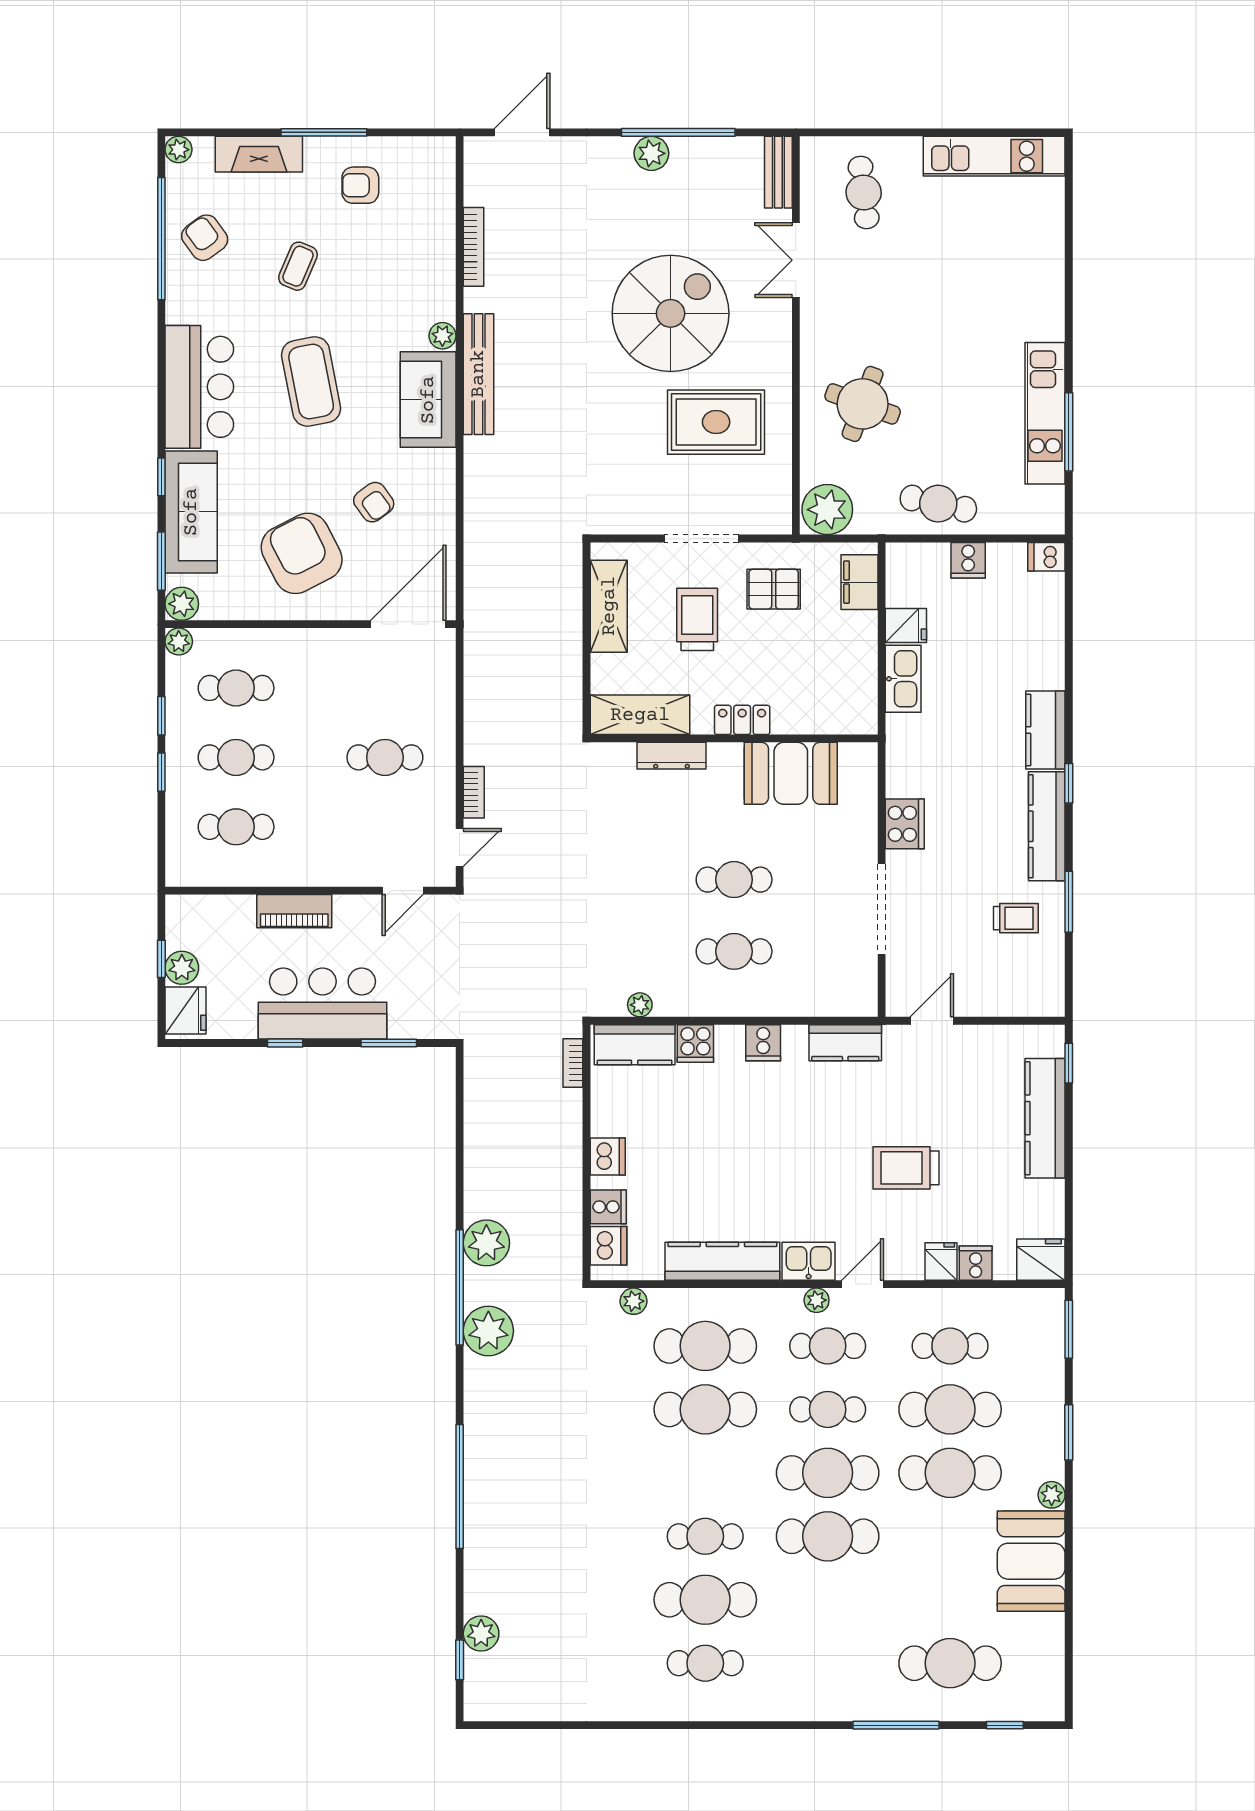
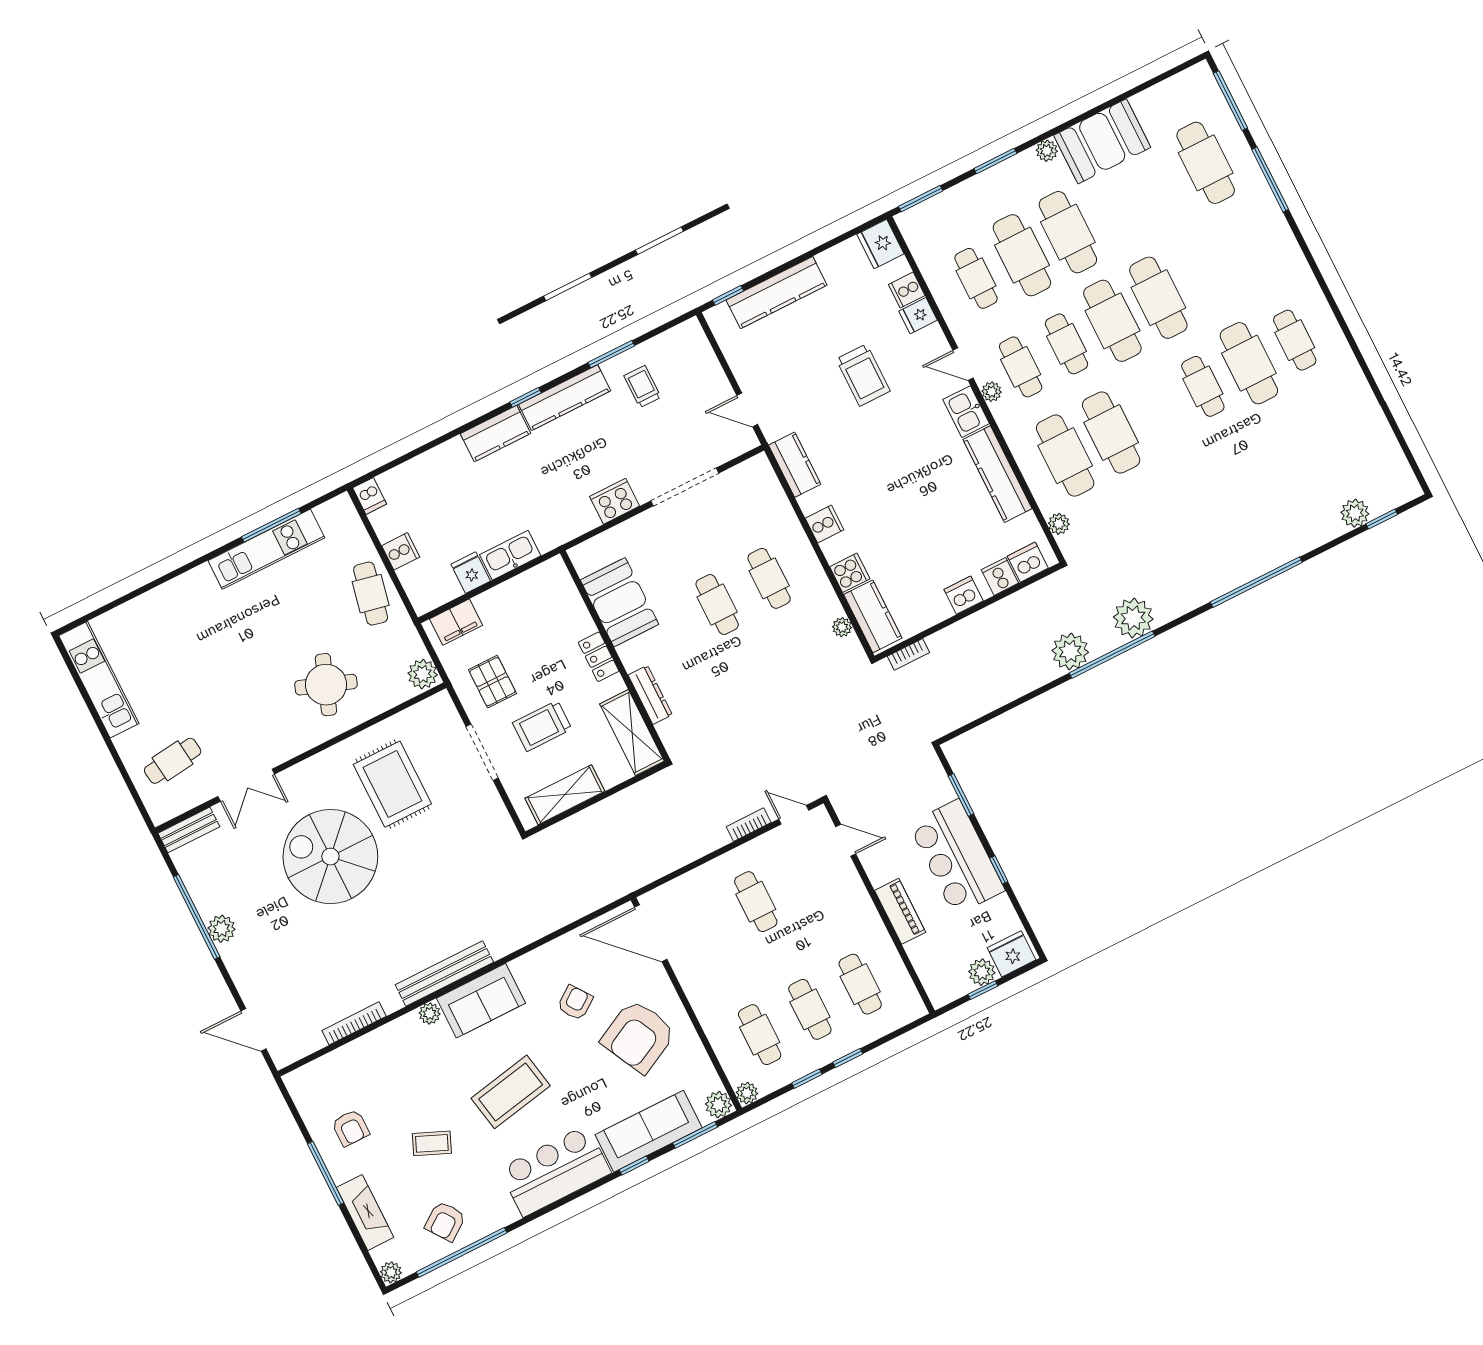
plant: (827, 510) -> (423, 674), width x0.73, depth x0.73
window: (1005, 1725) -> (1230, 101), width x2.17

